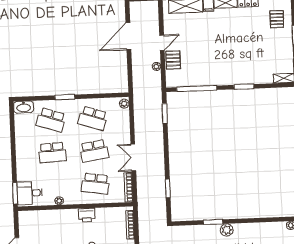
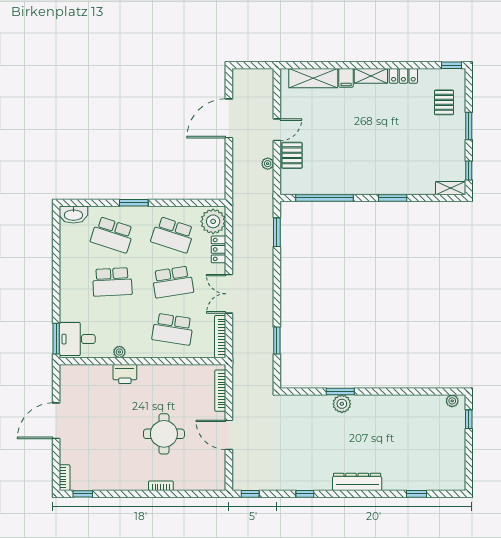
plant: (124, 104) -> (213, 221), width x1.87, depth x1.87
locker: (125, 127) -> (218, 249), added
printer: (87, 215) -> (125, 374), moved
plant: (227, 230) -> (342, 404), moved

